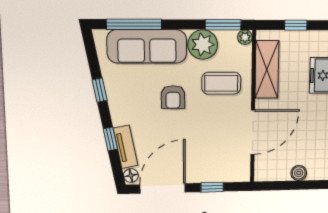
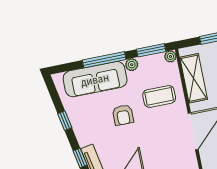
window: (134, 24) -> (104, 60), moved
plant: (203, 45) -> (132, 65), width x0.53, depth x0.53

